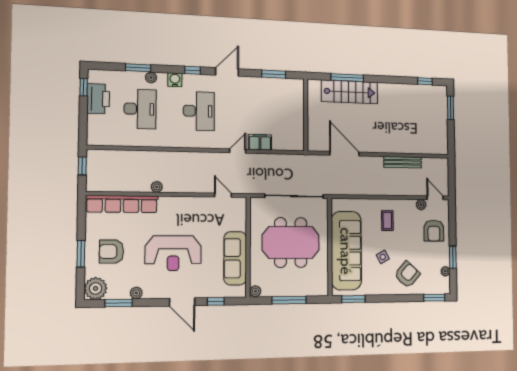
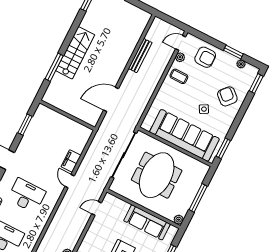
stairs: (349, 92) -> (75, 53), moved
coffee table: (387, 221) -> (179, 76), moved

